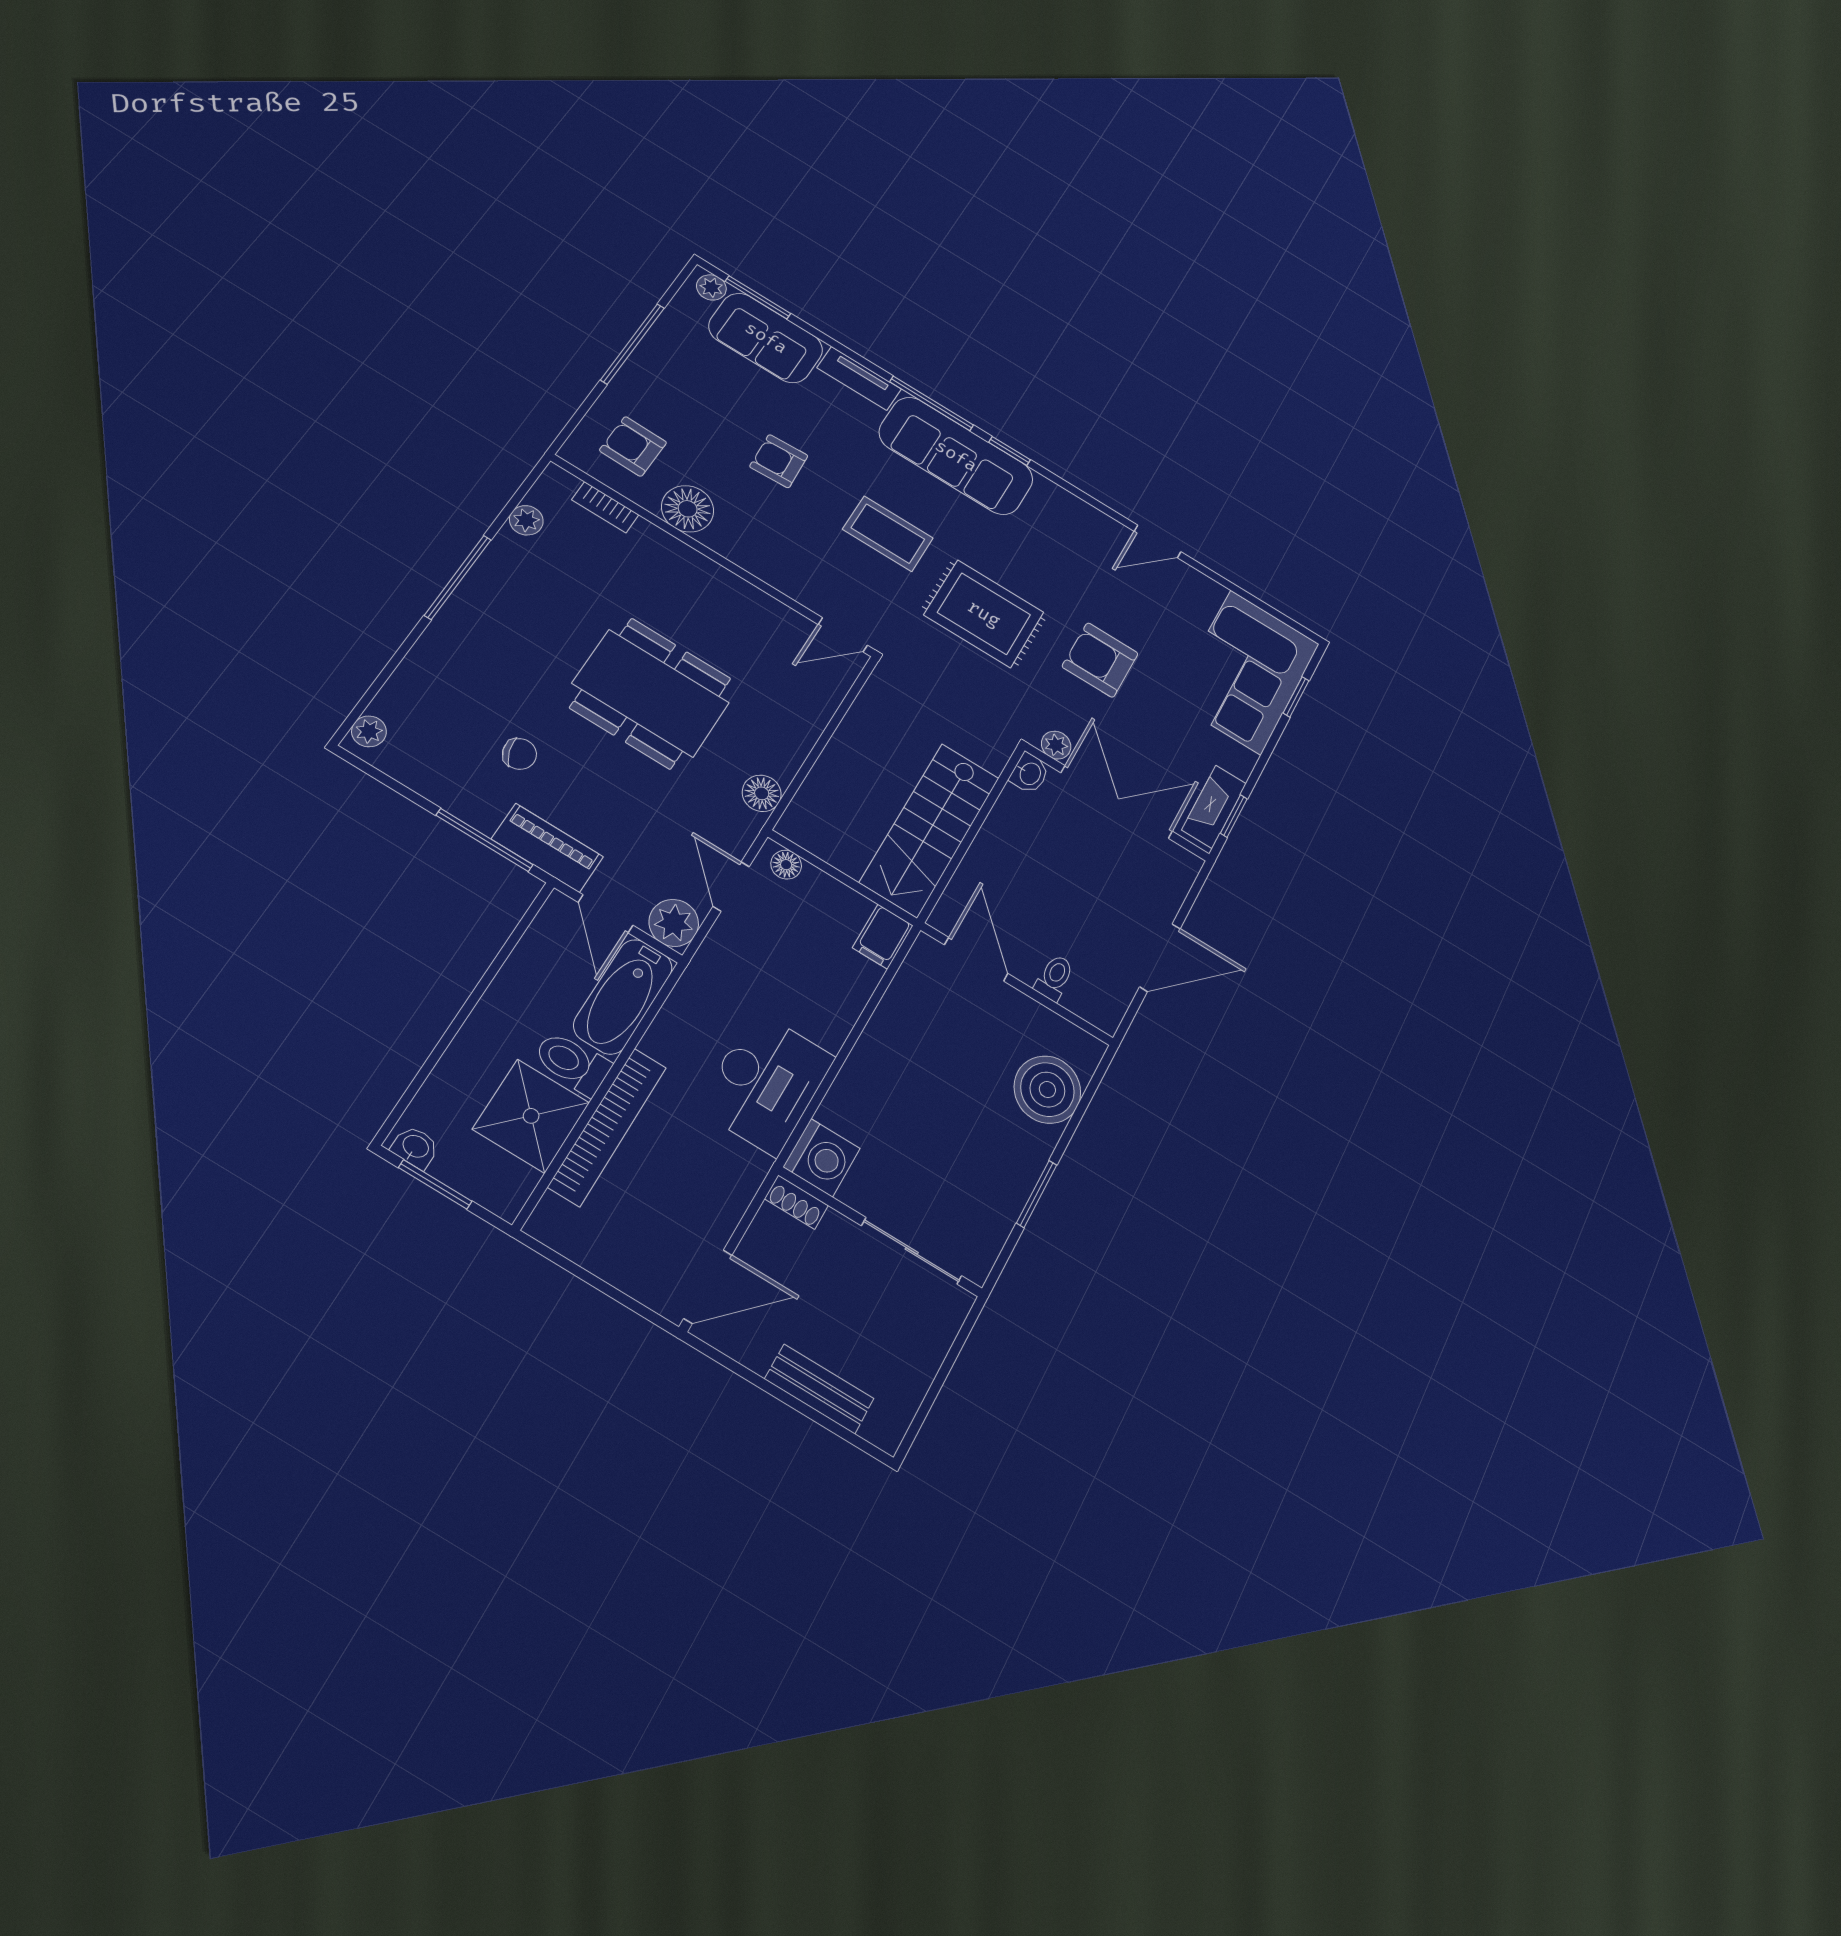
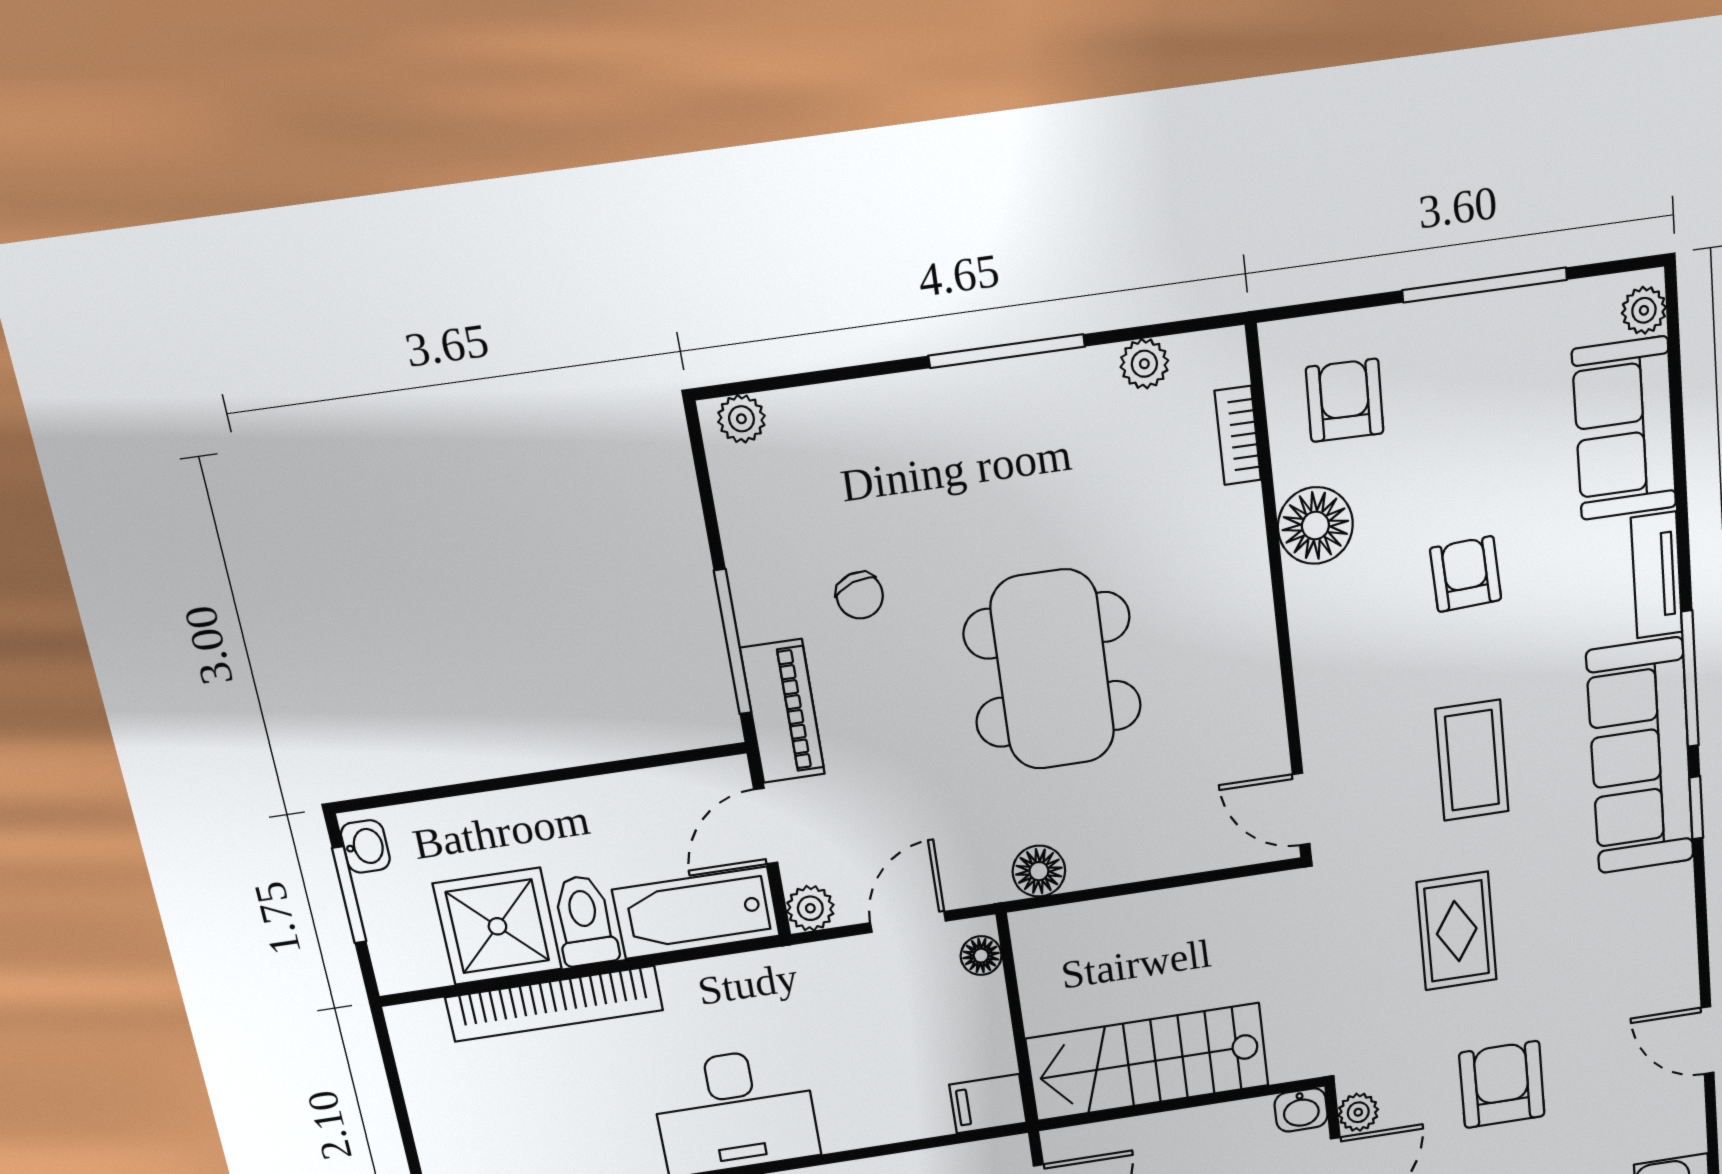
window: (758, 297) -> (1675, 375), removed
rug: (984, 614) -> (1457, 931), width x0.73, depth x0.70
plant: (674, 923) -> (810, 908), width x0.73, depth x0.73

